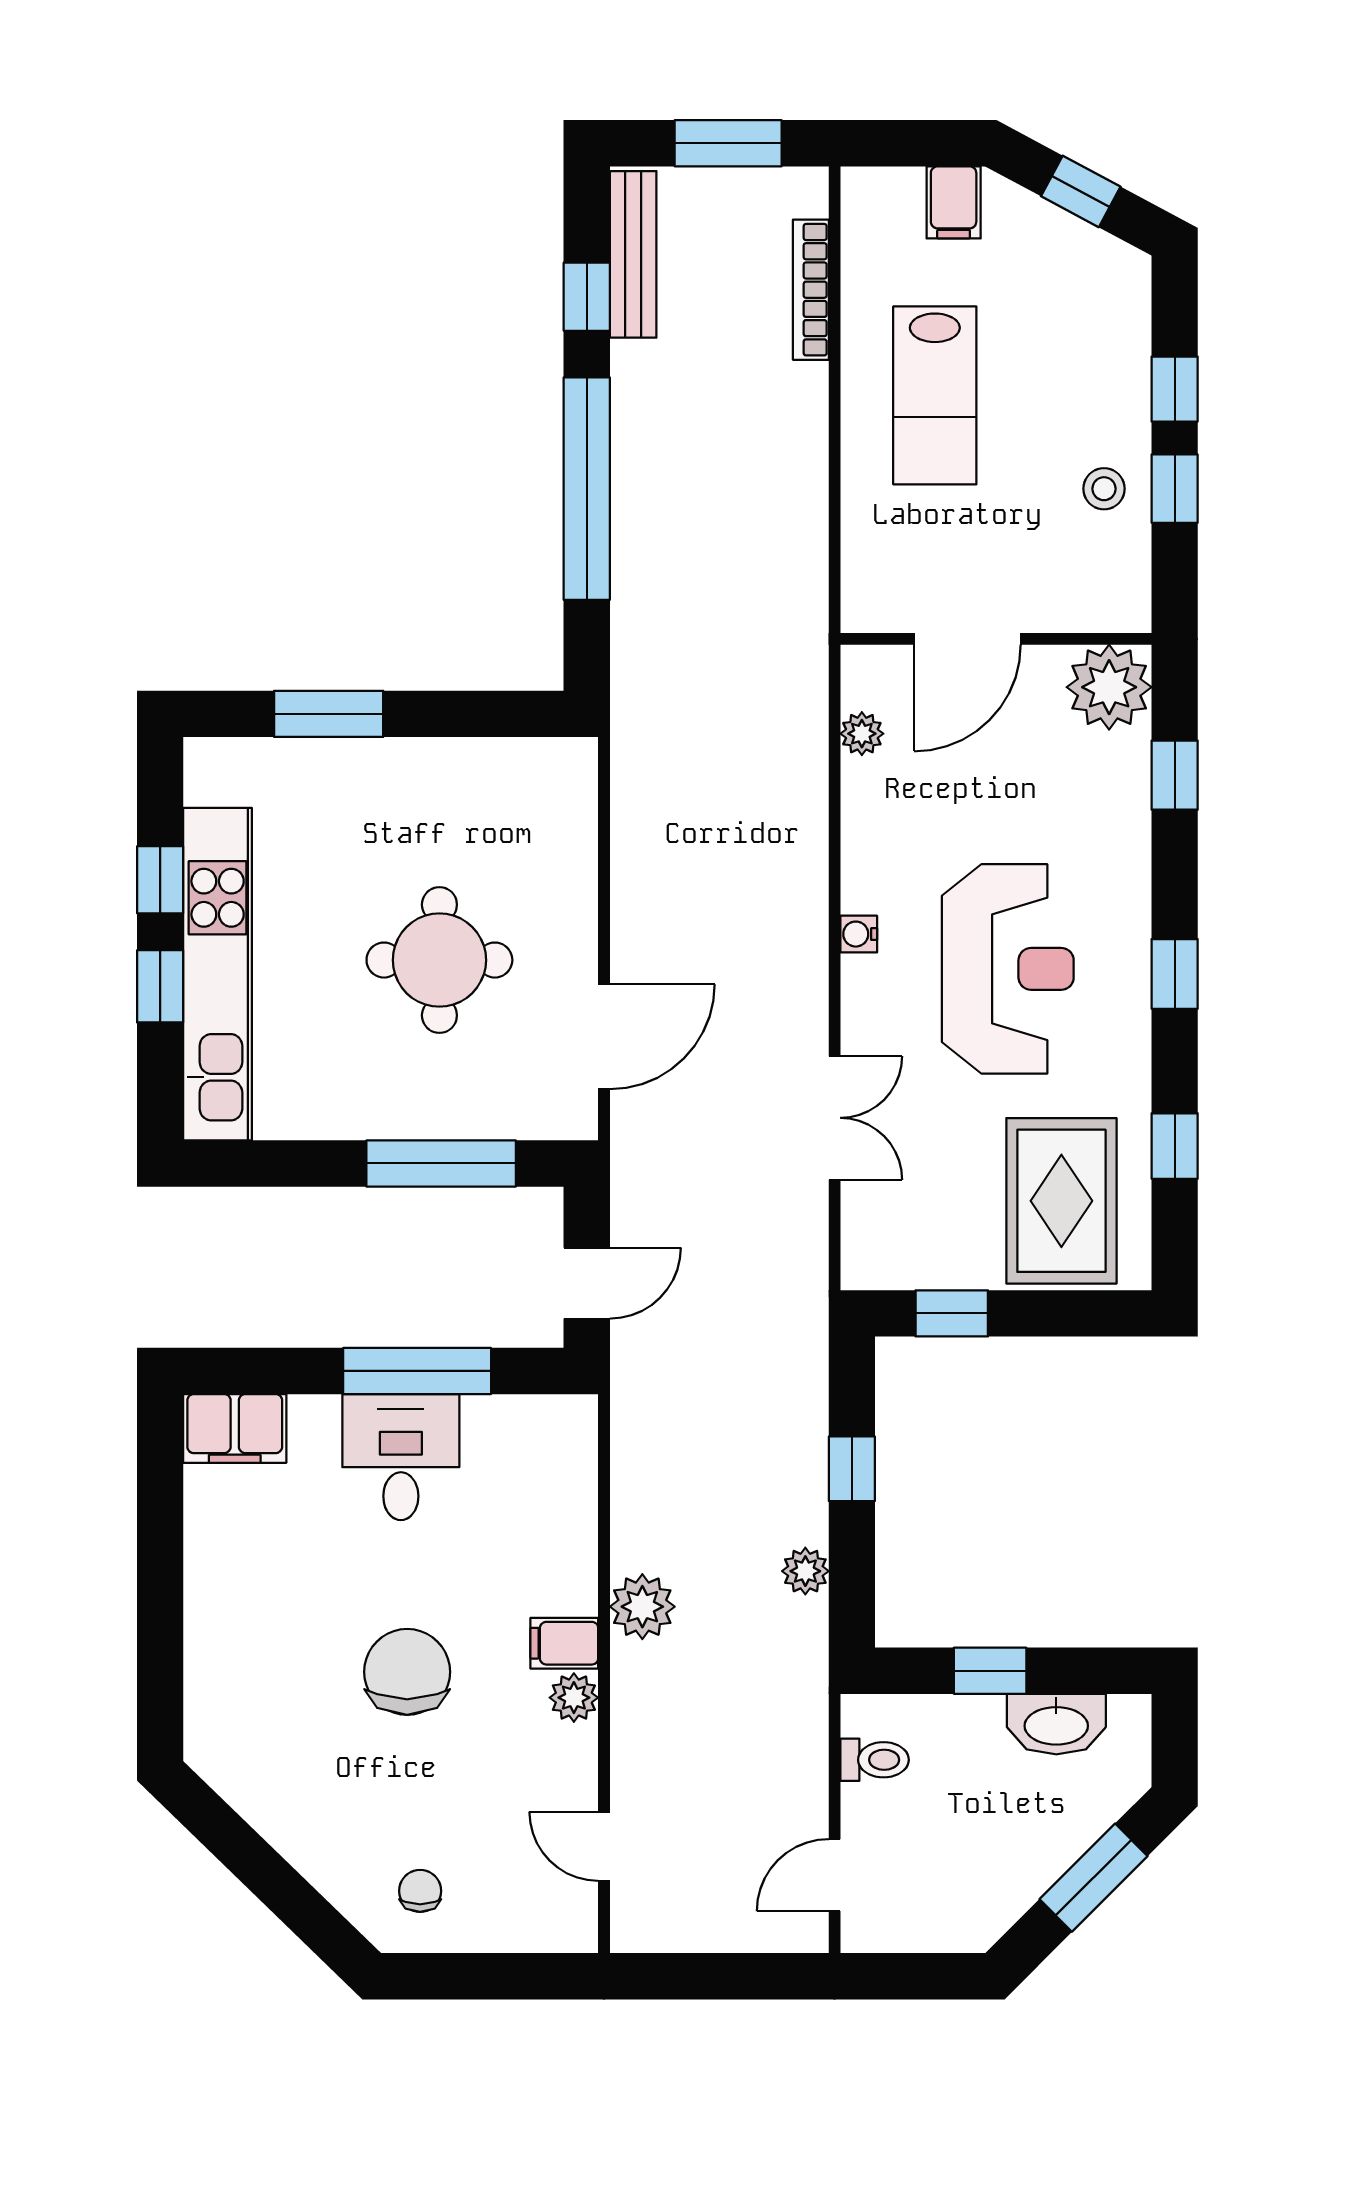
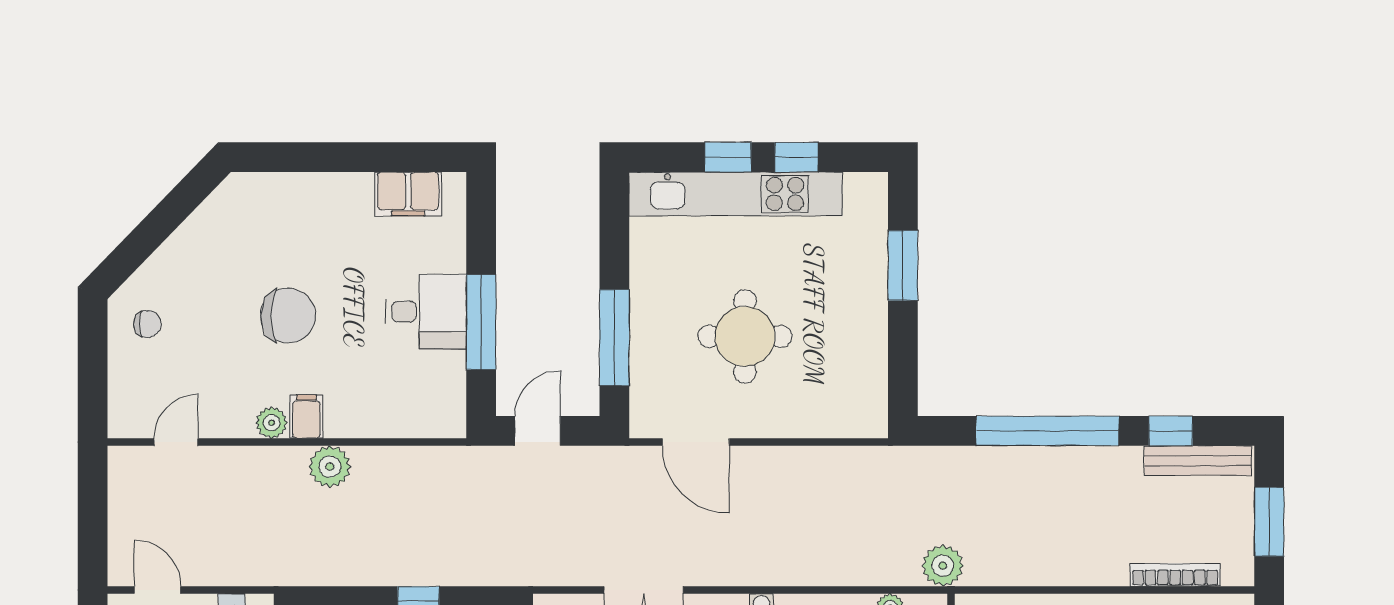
door: (587, 1283) -> (538, 431), swing flipped
filing cabinet: (235, 1428) -> (408, 194), moved, turned -90
plant: (805, 1571) -> (943, 566), moved, width x1.38, depth x1.38

